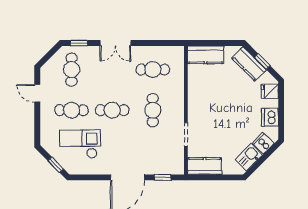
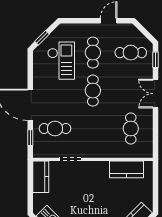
kitchen counter: (206, 55) -> (127, 169), moved, turned -90
cafe table: (153, 110) -> (55, 128), moved

